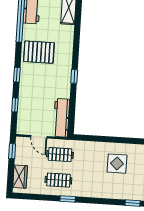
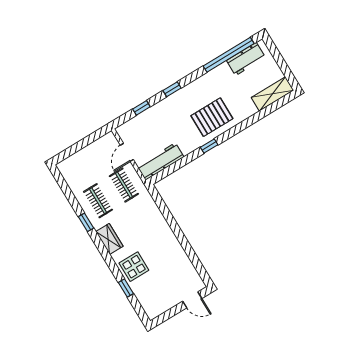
pallet: (39, 52) -> (212, 117), moved, turned 90
window: (12, 151) -> (95, 136), removed
display table: (117, 164) -> (134, 267), moved
wardrobe: (20, 177) -> (109, 239), moved, turned -90

